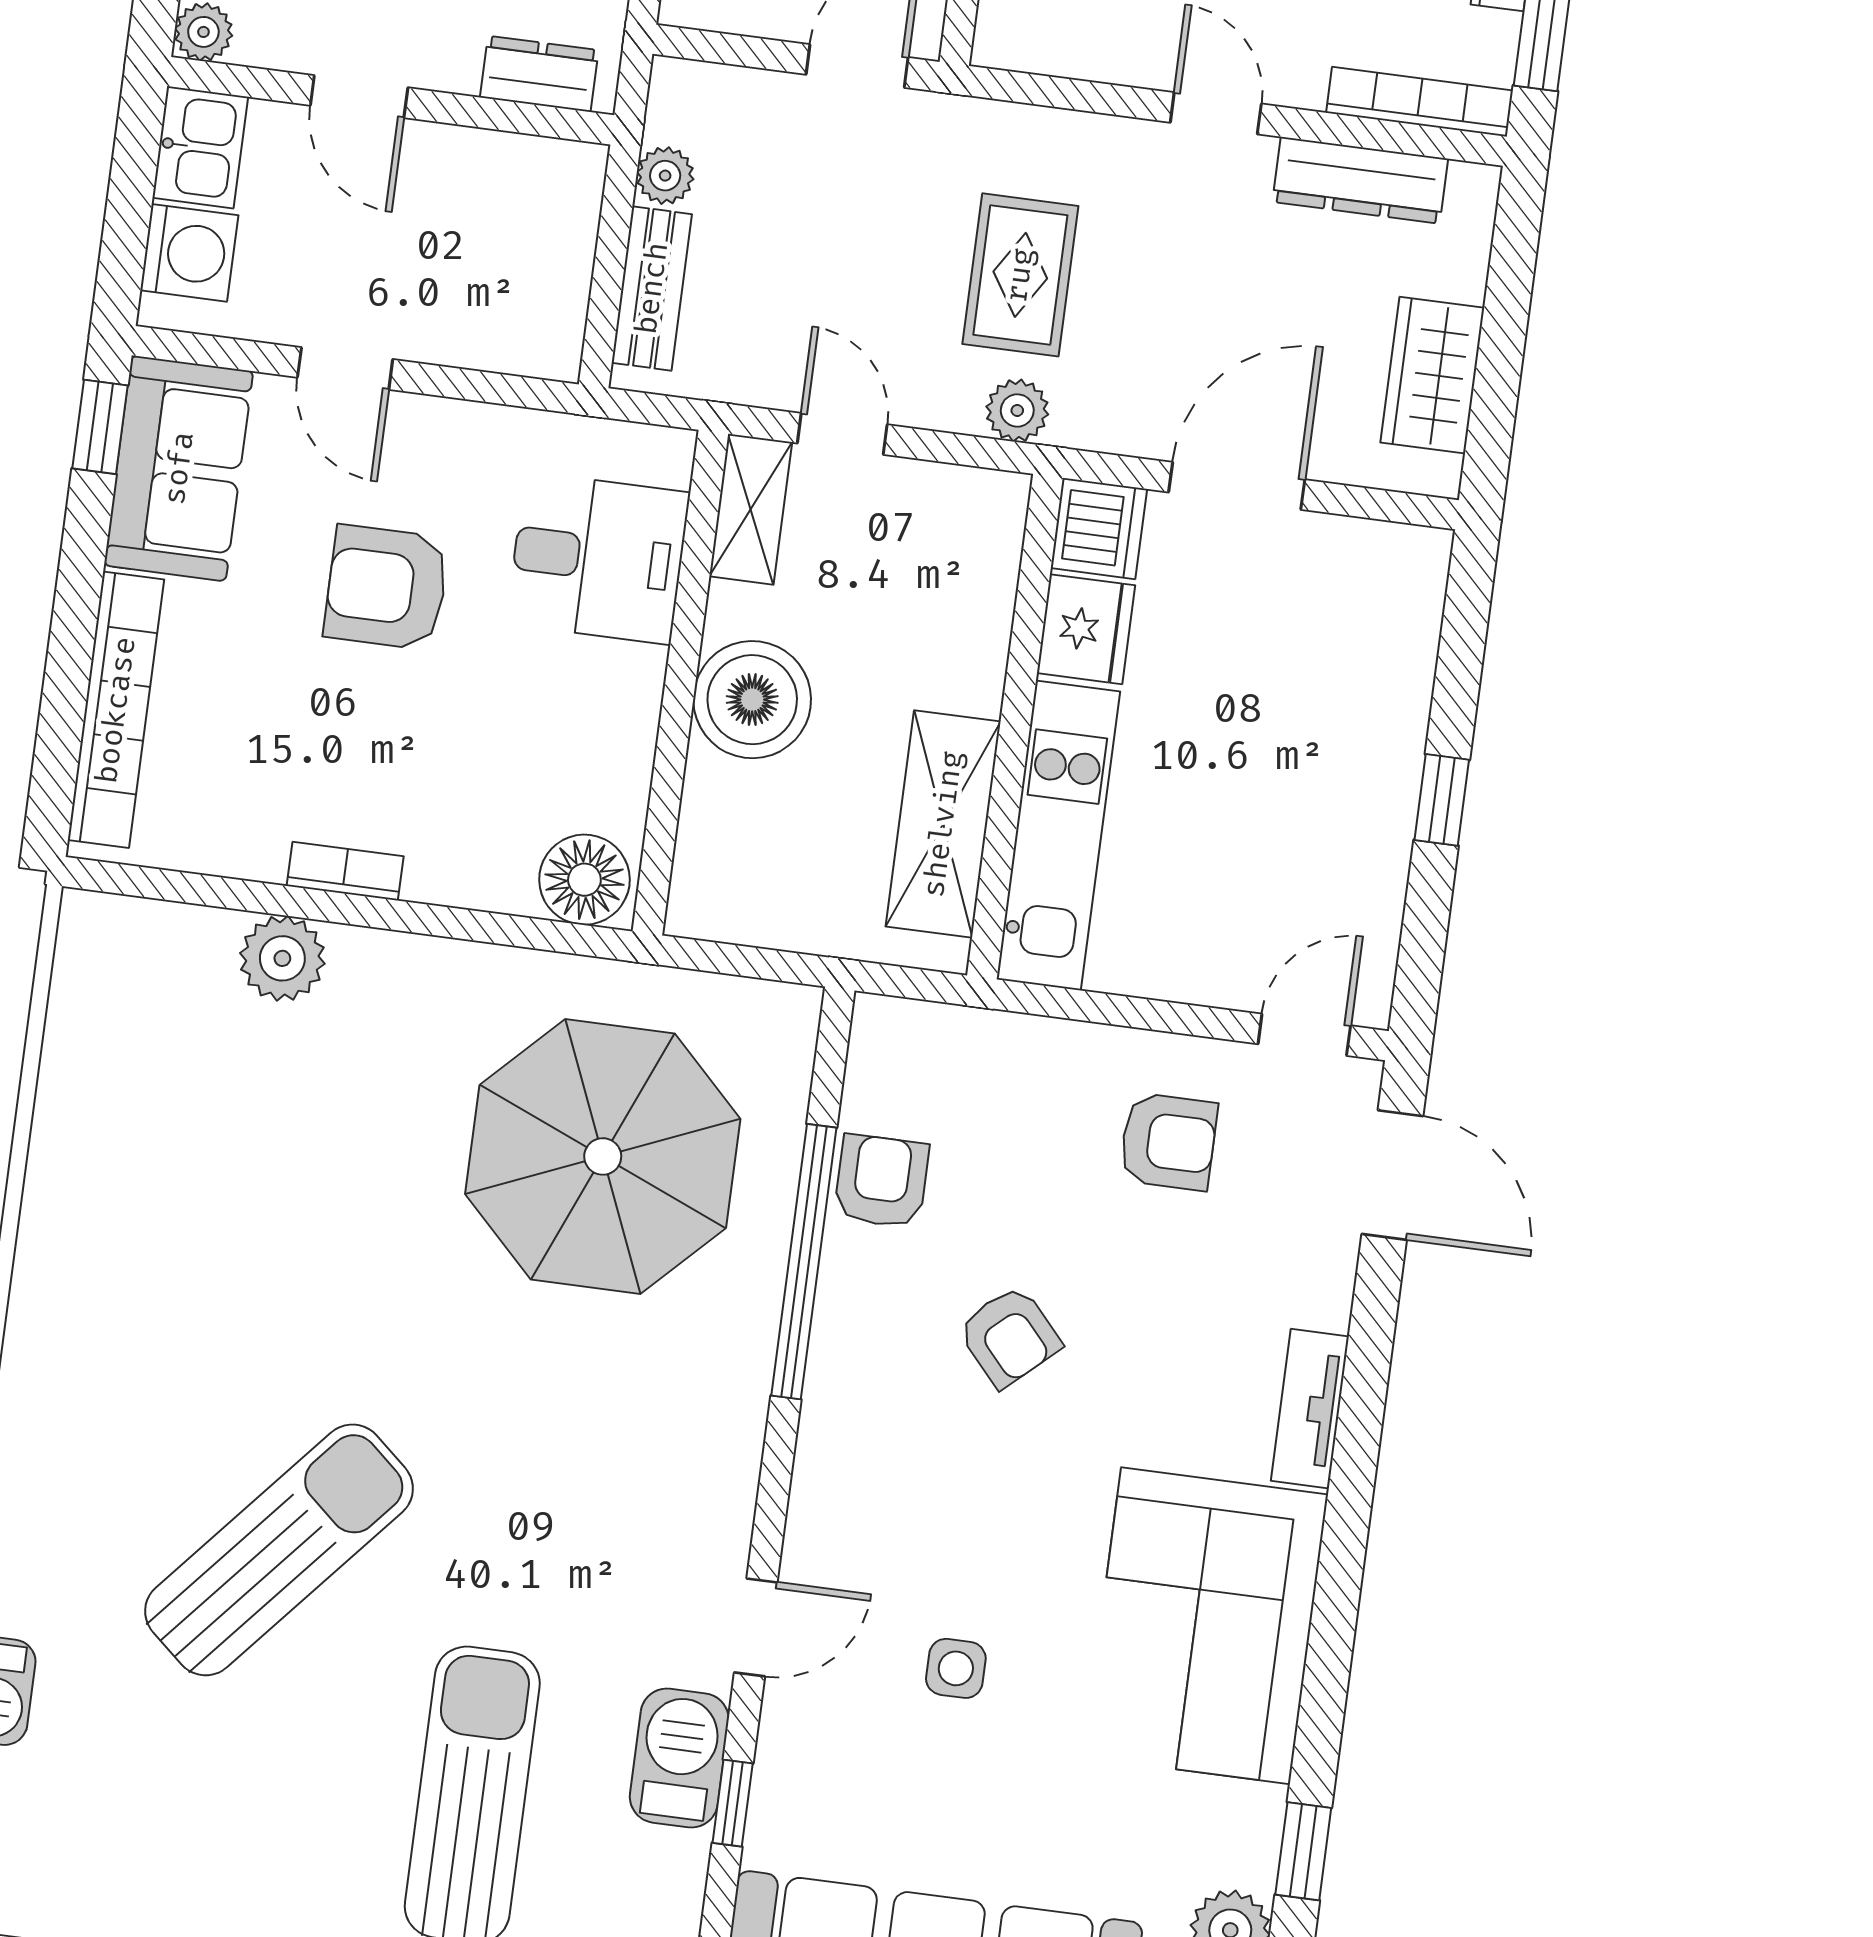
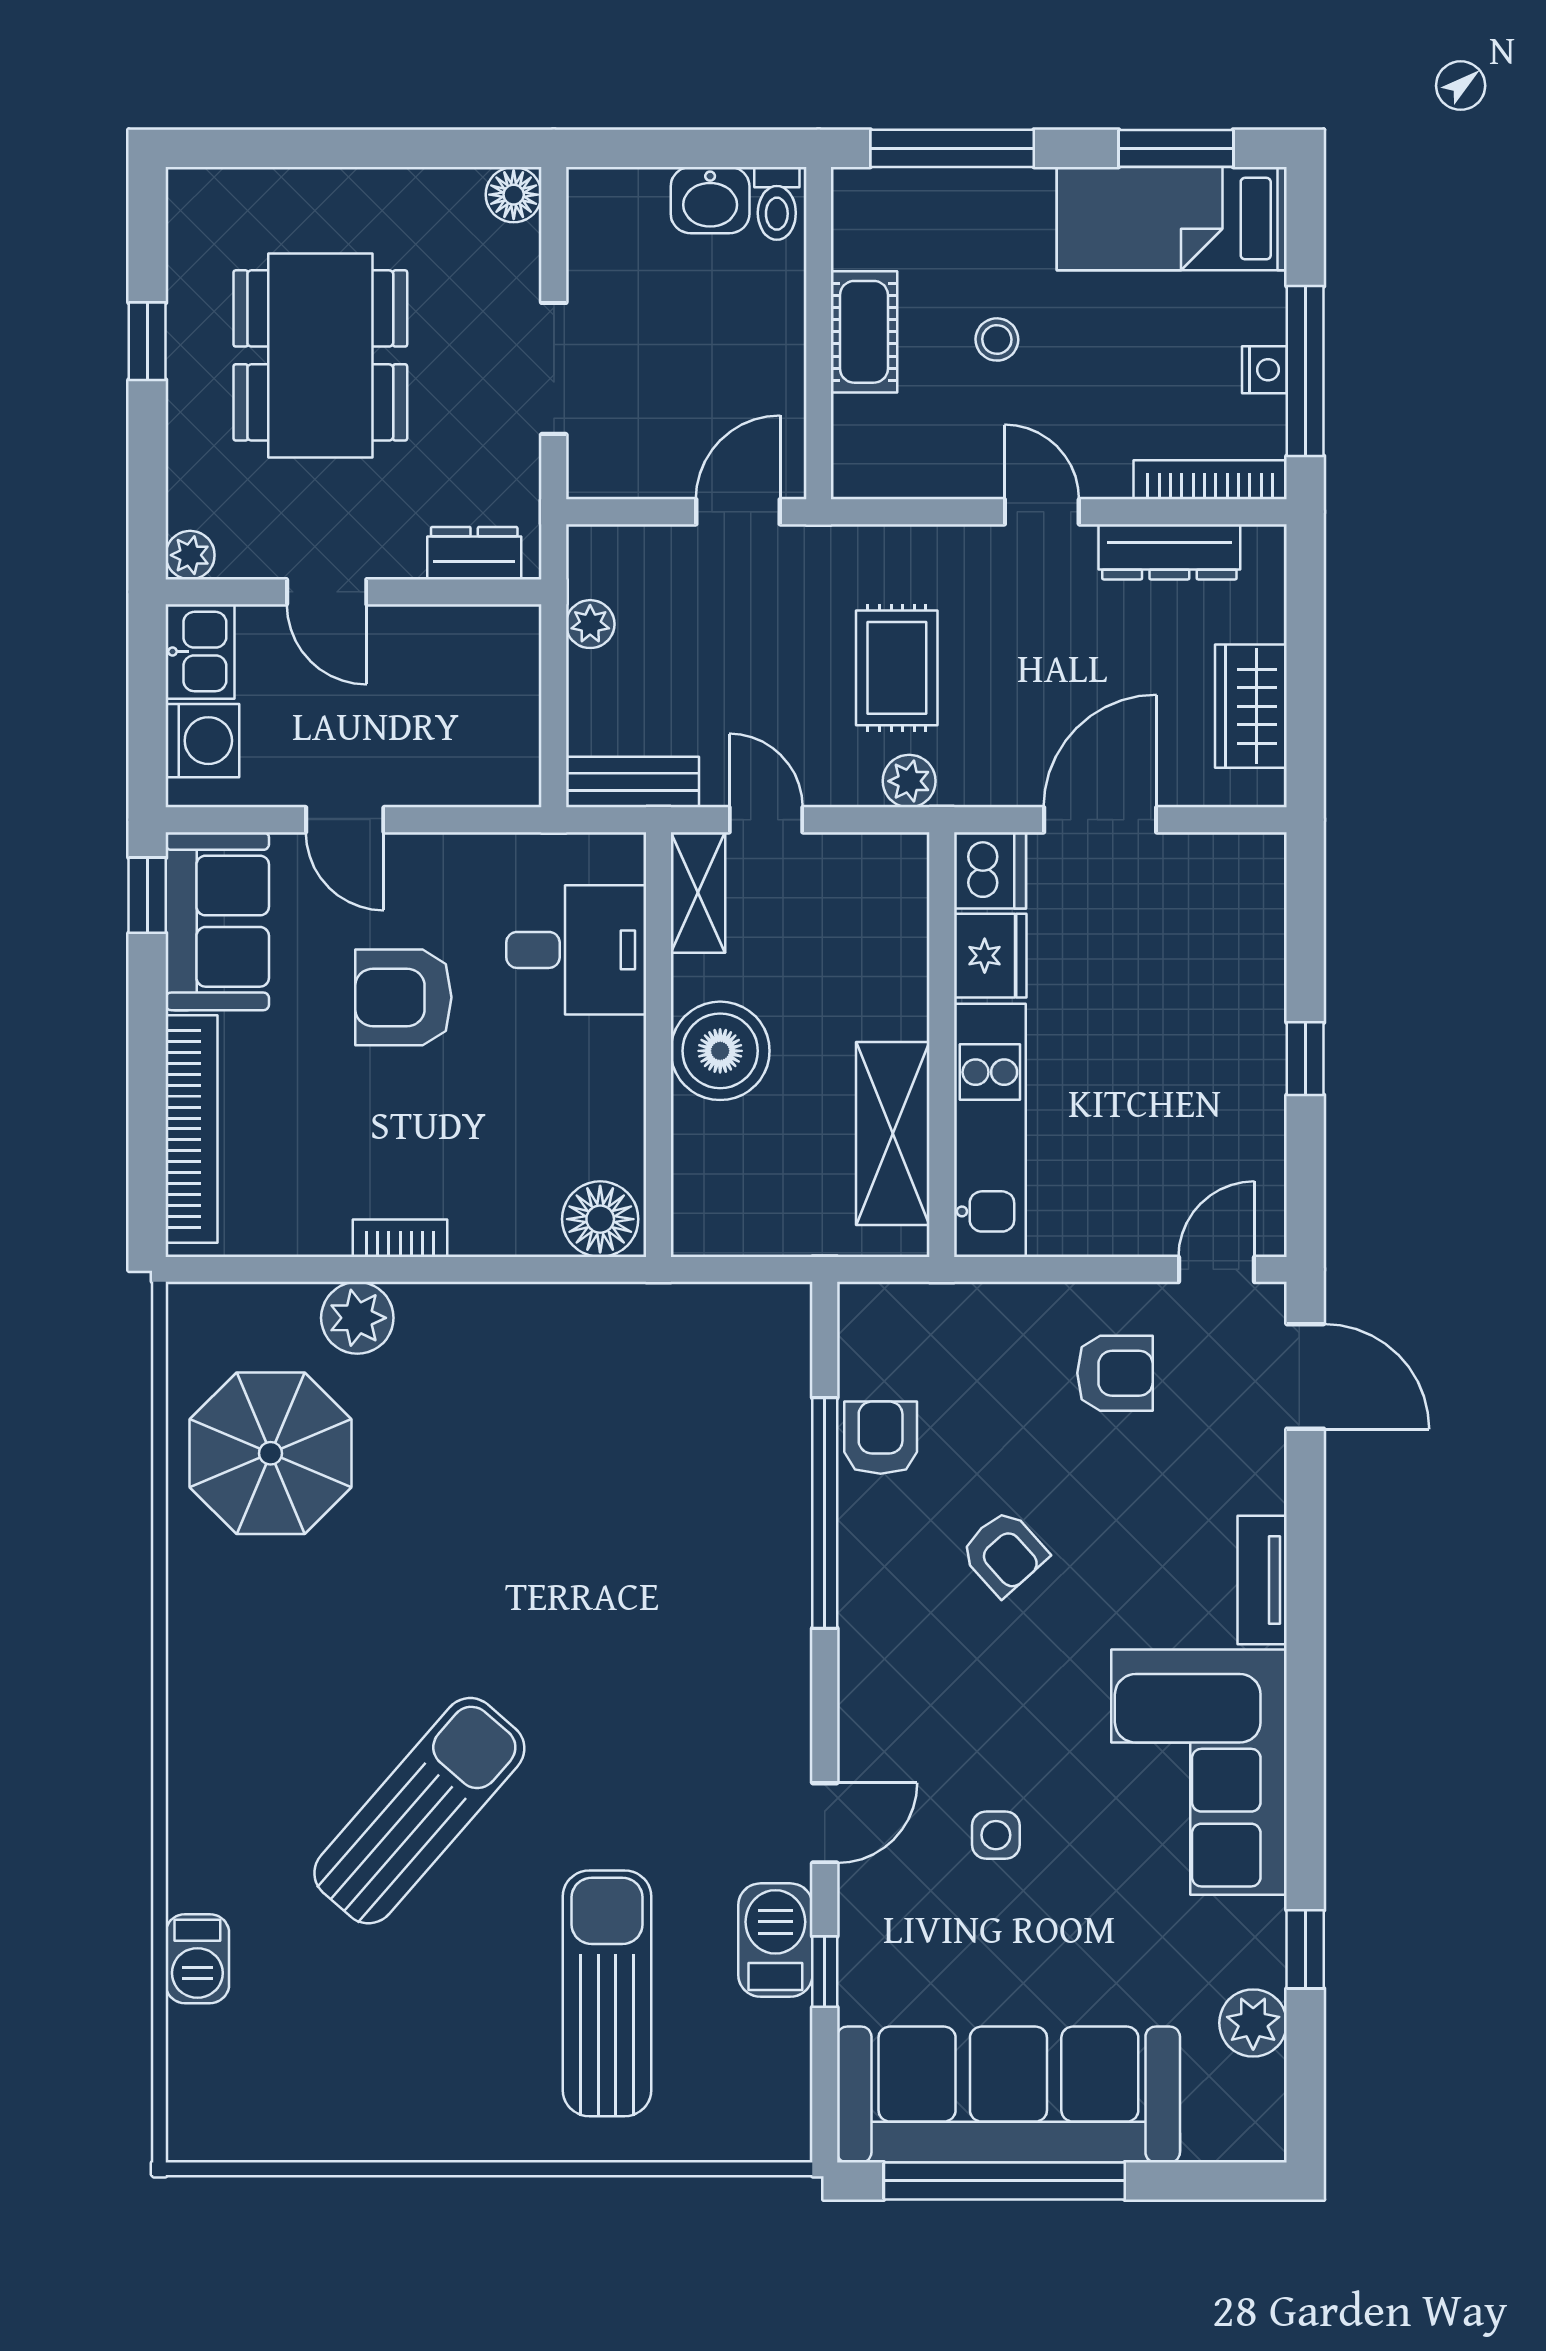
bench: (652, 288) -> (632, 782), moved, turned 90
parasol: (603, 1156) -> (271, 1453), moved, width x0.73, depth x0.73

